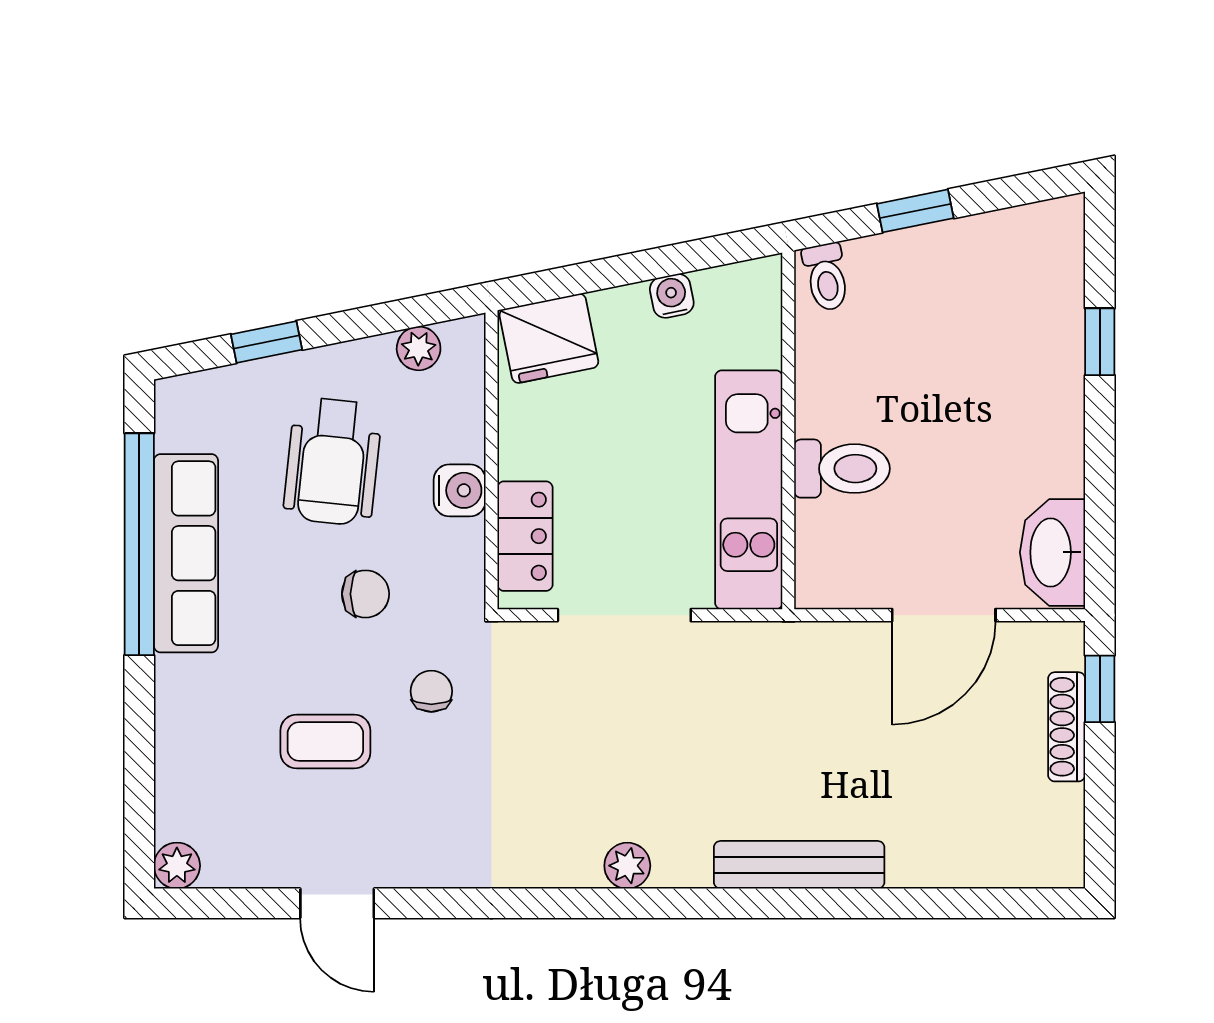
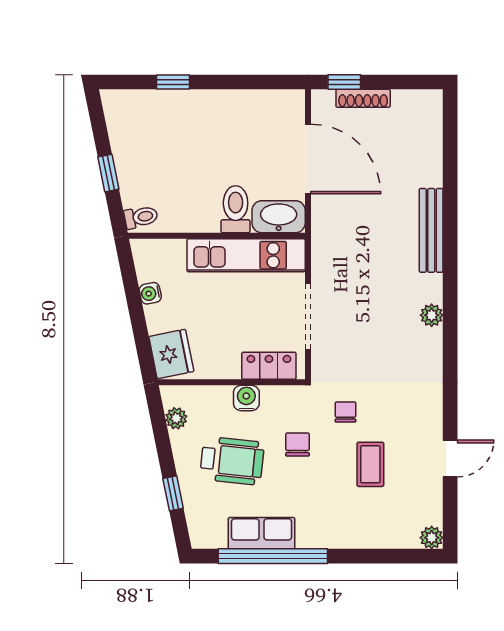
washbasin: (1052, 552) -> (279, 217), moved, turned 180
row of seats: (186, 553) -> (262, 533), width x0.68
door: (944, 615) -> (308, 159), width x1.36
chair: (431, 691) -> (346, 412), turned 90

